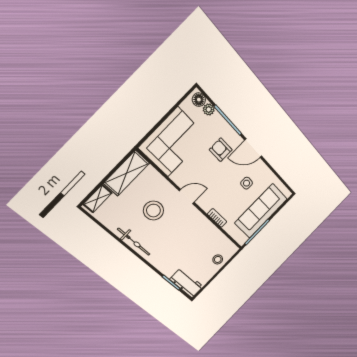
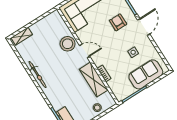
door: (253, 148) -> (144, 27), swing flipped
shelving: (126, 173) -> (94, 80), moved, turned 90
stool: (153, 211) -> (68, 44), moved
sofa: (261, 211) -> (146, 74), width x0.73

